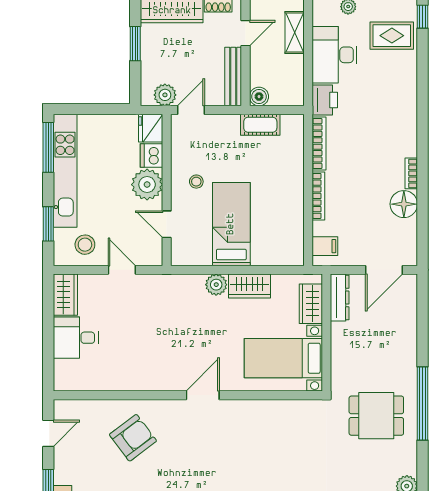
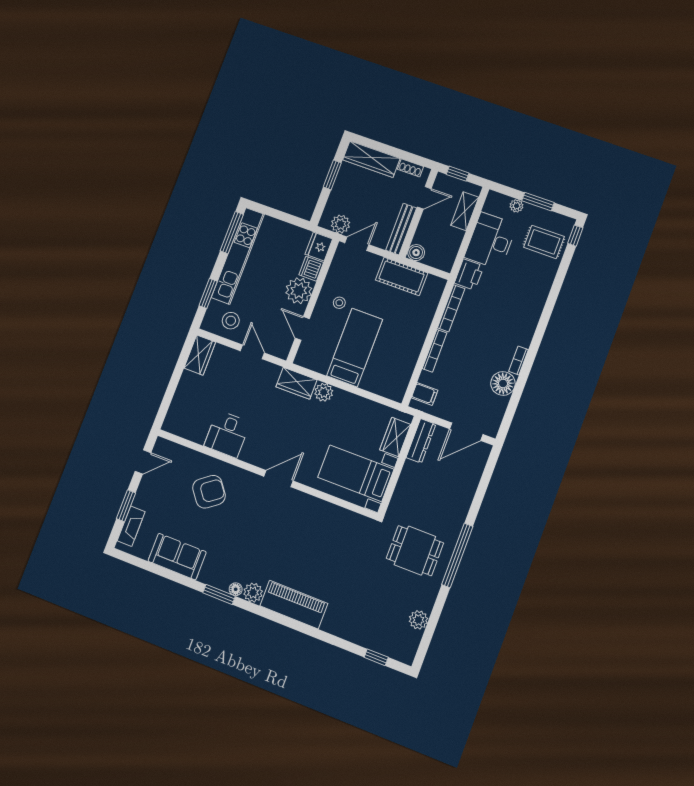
cot: (260, 125) -> (402, 276), width x1.37, depth x1.34
wardrobe: (249, 286) -> (296, 383), moved
desk: (76, 338) -> (227, 434), moved, turned -90

